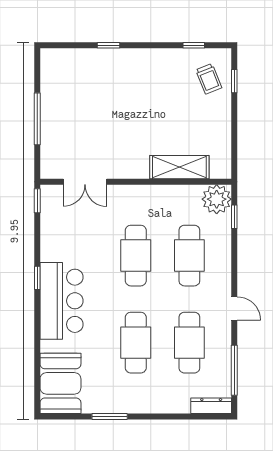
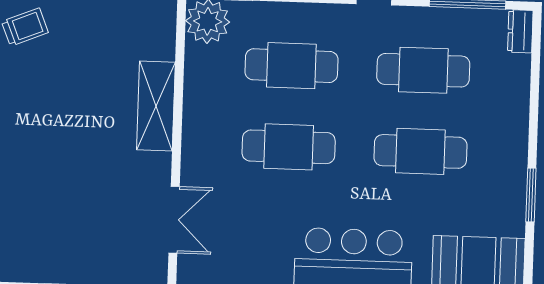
shelving: (179, 167) -> (156, 106), moved
dresser: (211, 406) -> (520, 31), width x0.70

